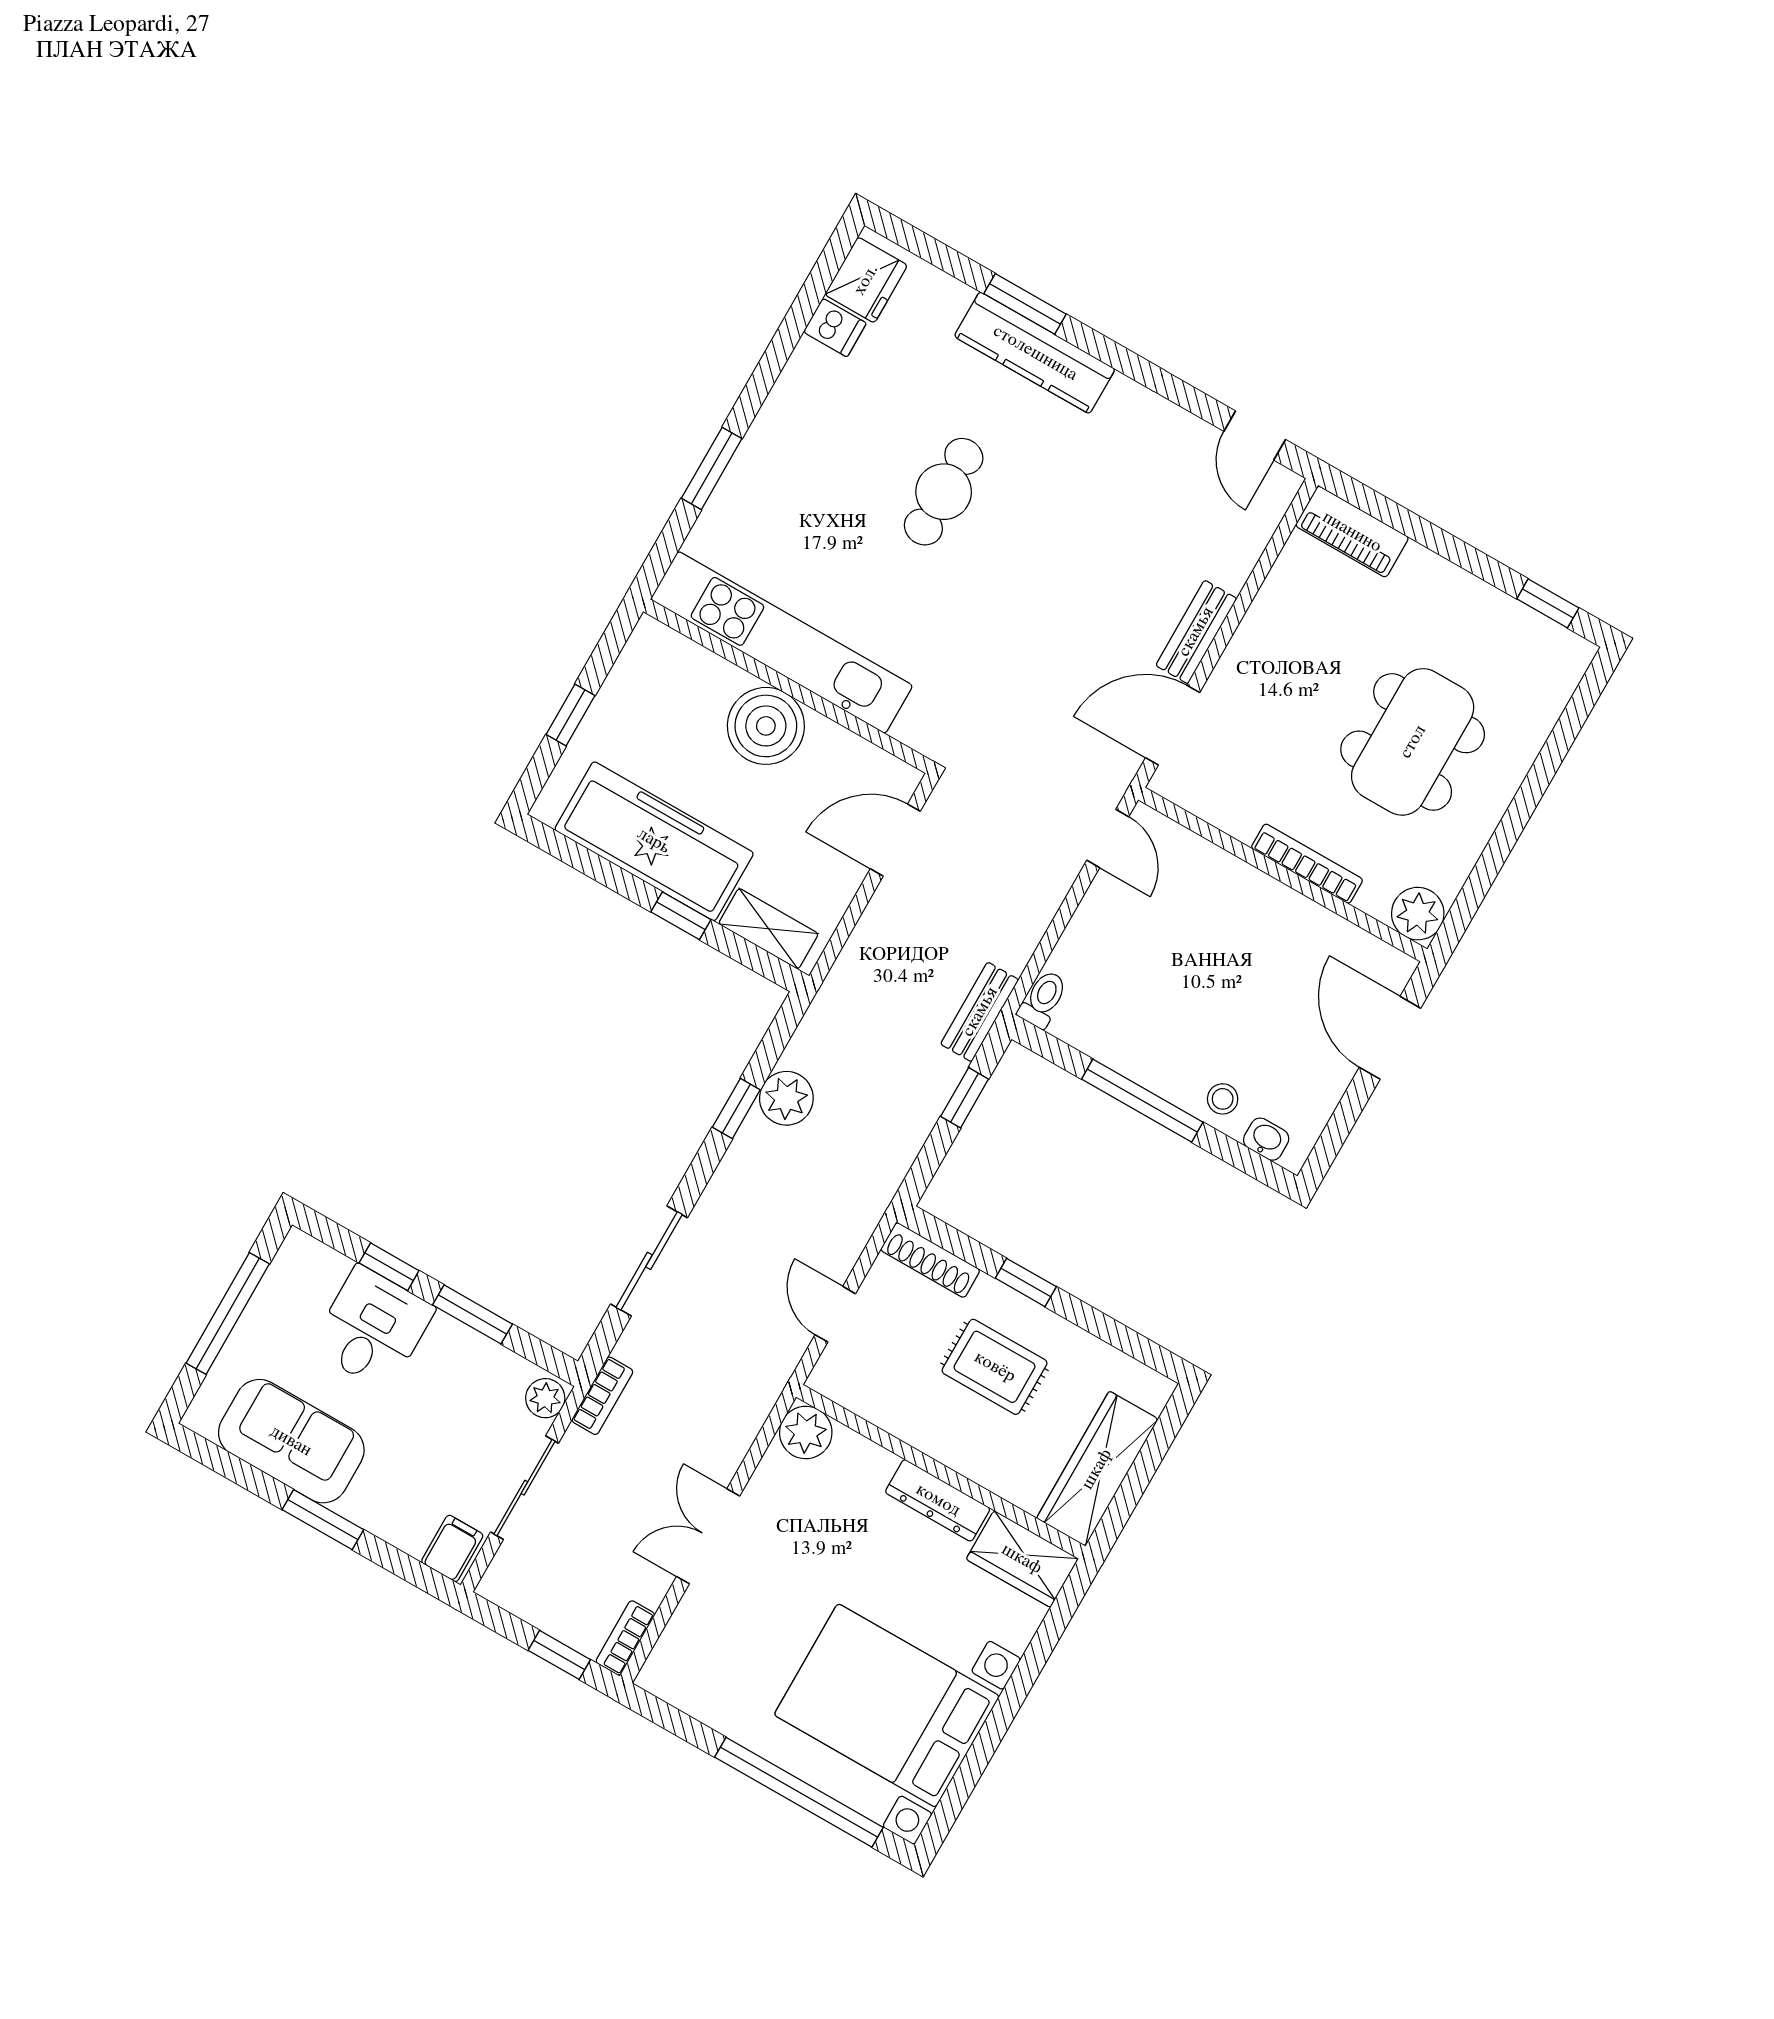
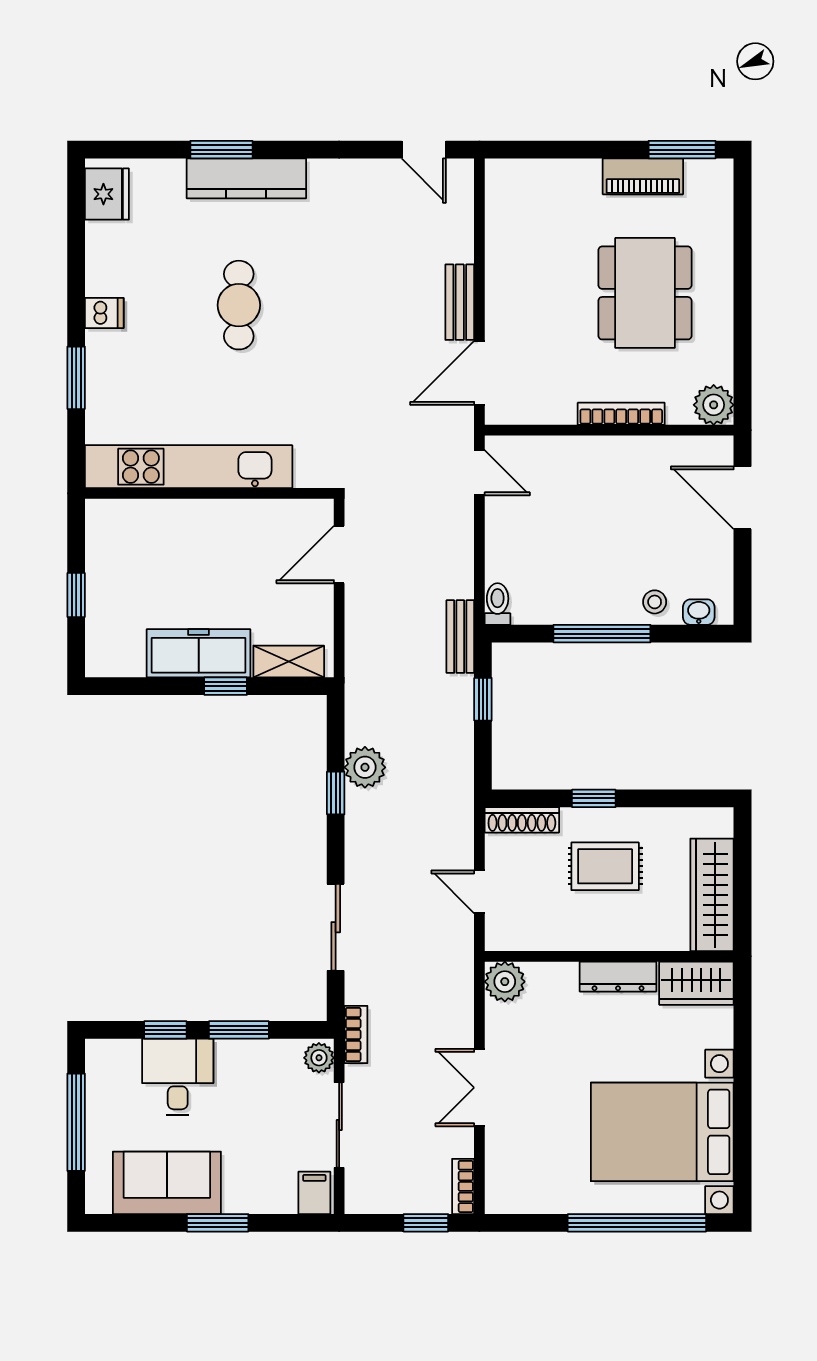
dishwasher: (835, 328) -> (104, 313), moved
piano: (1352, 532) -> (643, 176), moved
window: (1548, 603) -> (682, 150), width x1.50
boiler: (766, 726) -> (210, 528), removed
freezer: (654, 841) -> (199, 653), width x0.73, depth x0.79

